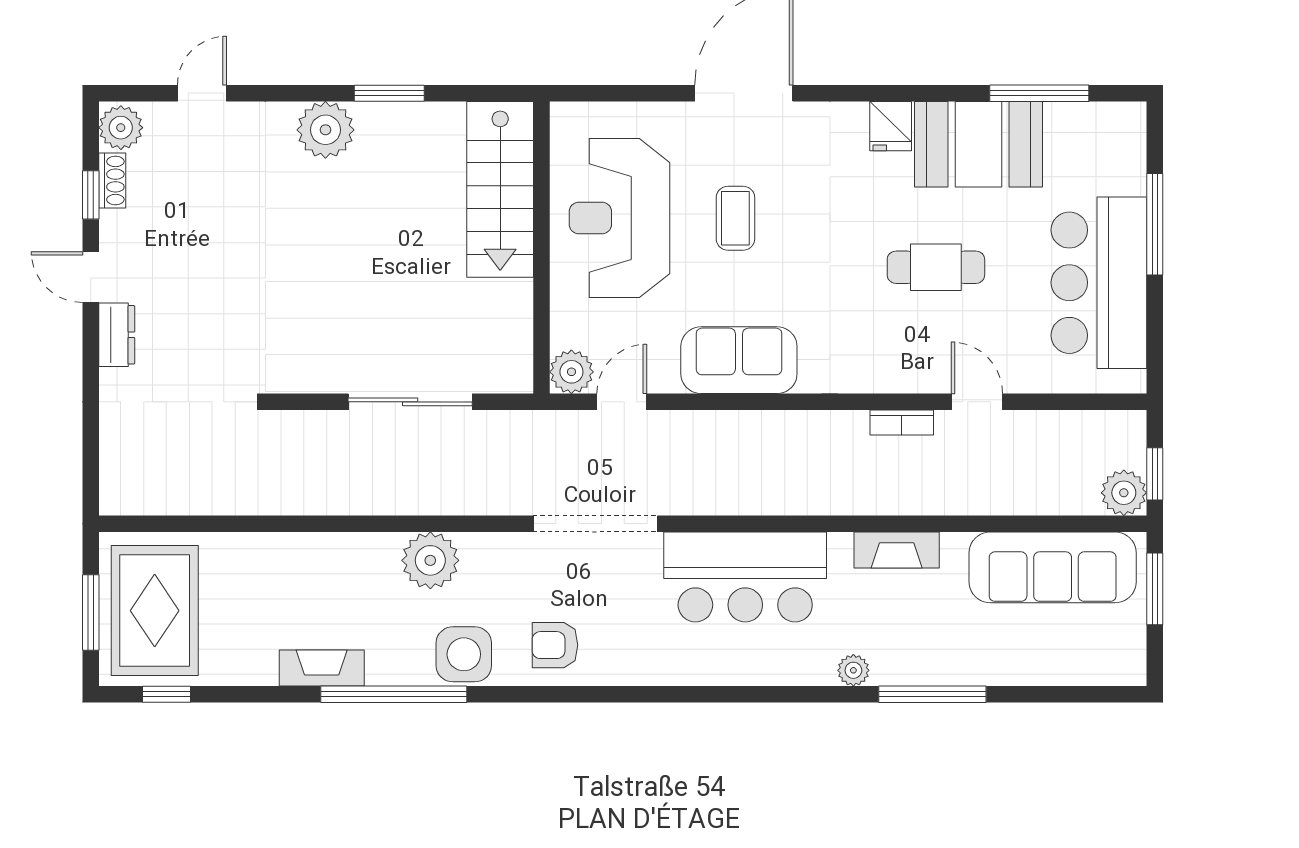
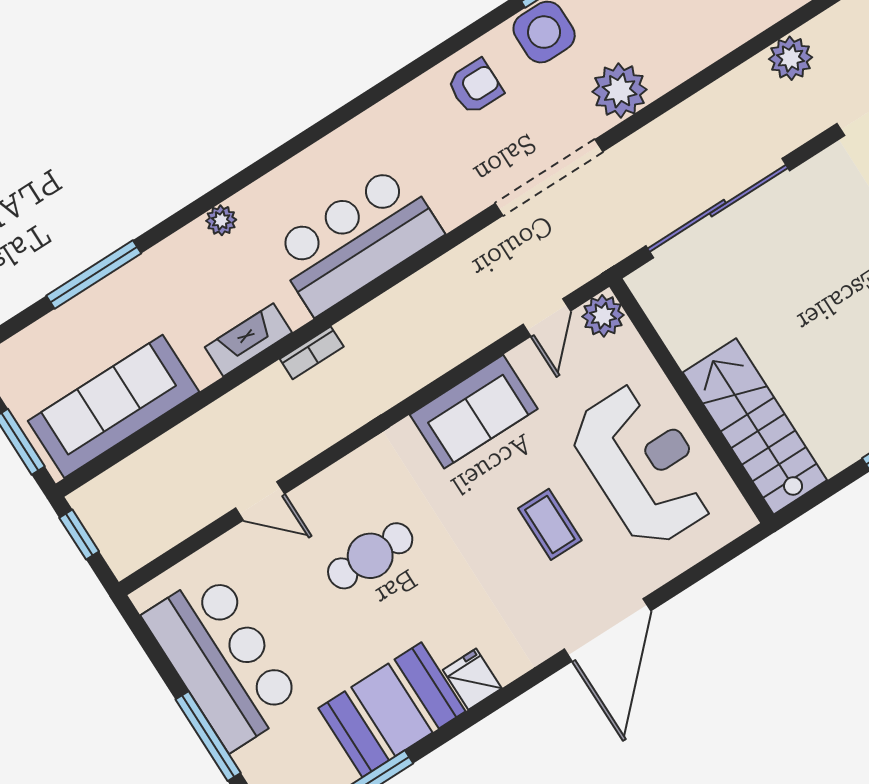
cafe table: (936, 267) -> (370, 556), moved
sliding door: (410, 402) -> (718, 208), width x1.36
bookcase: (902, 423) -> (312, 353), moved, turned 180
plant: (1124, 493) -> (791, 58), moved
doorway: (595, 524) -> (549, 178), moved
window: (932, 694) -> (94, 275), moved

